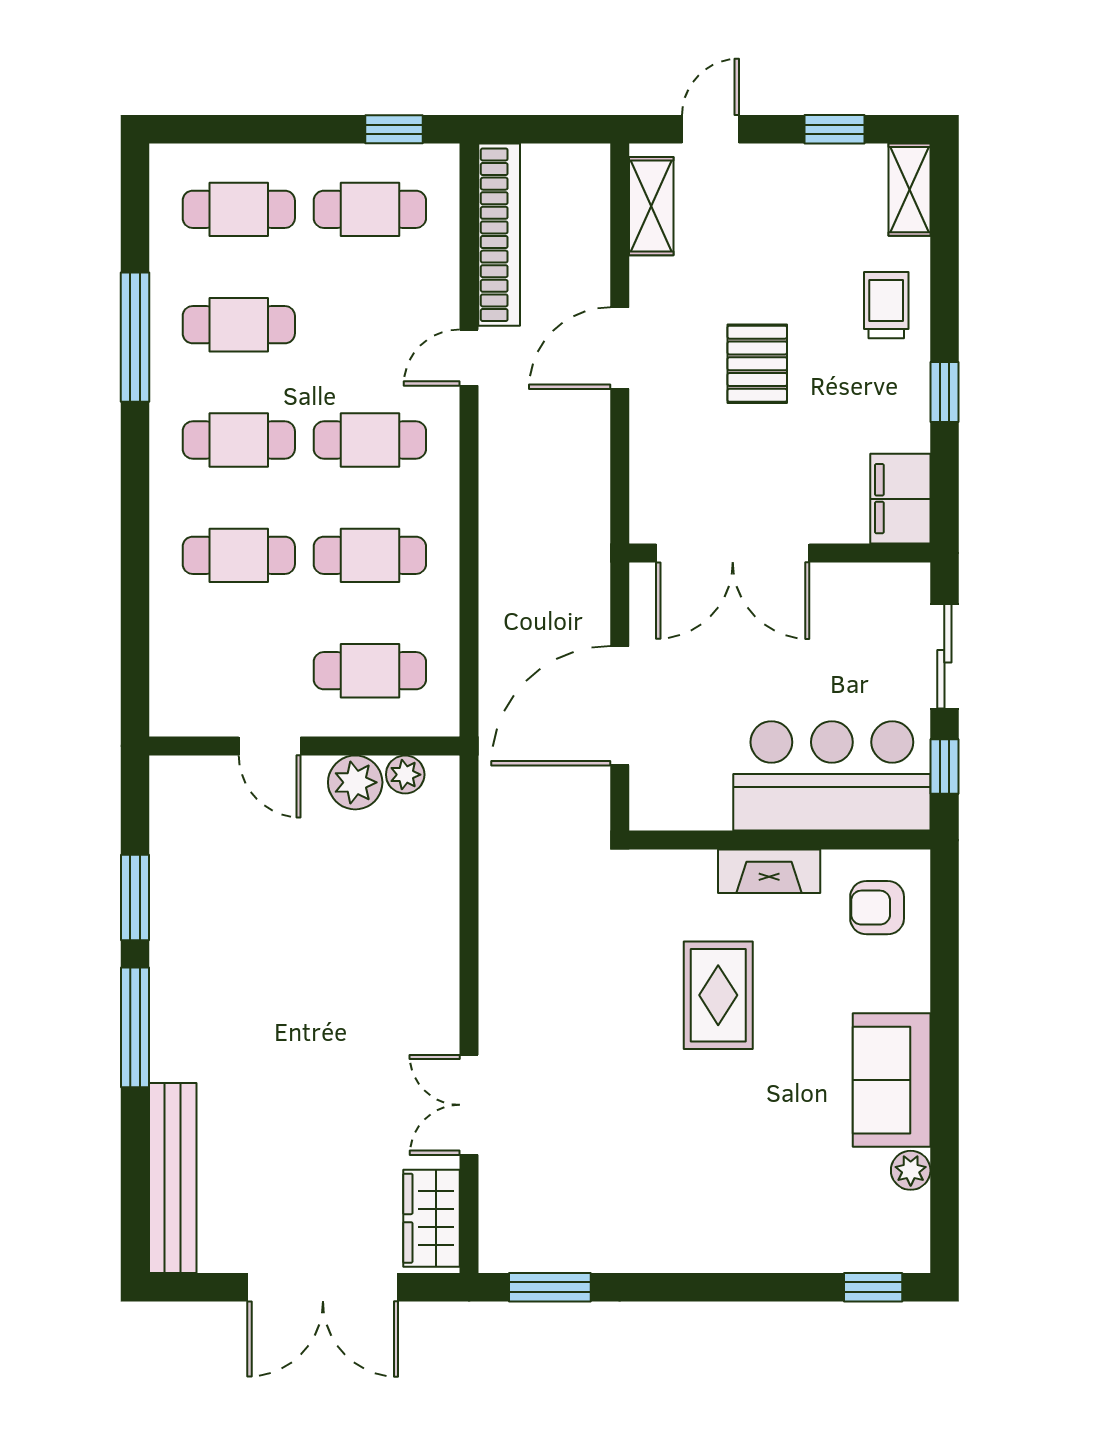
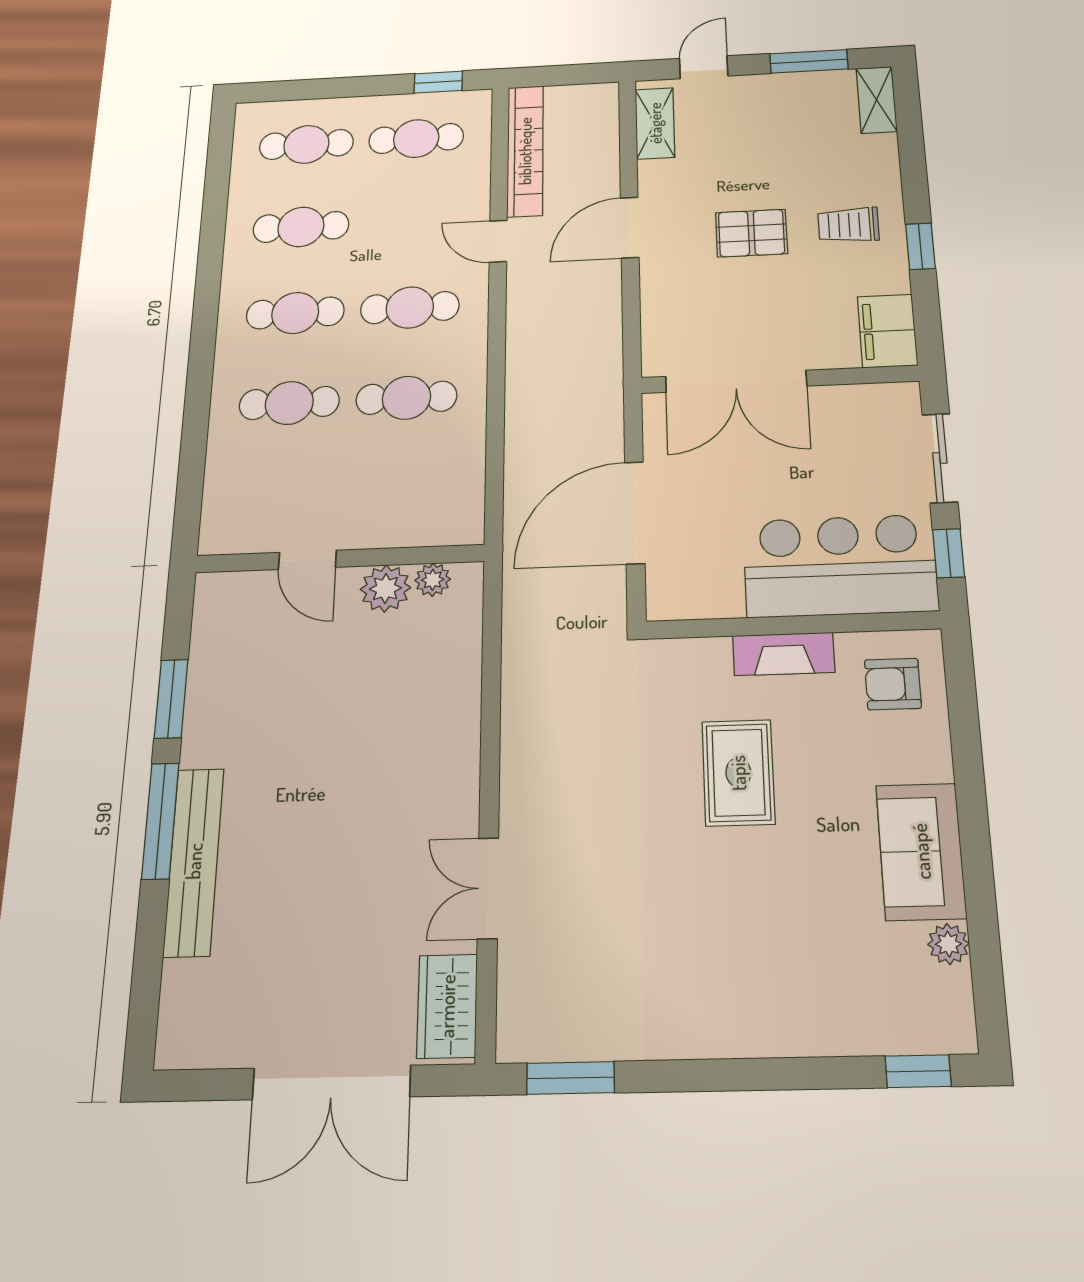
window: (834, 129) -> (809, 61), width x1.50
trolley: (886, 305) -> (848, 225), moved, turned -90
window: (135, 337) -> (212, 240), removed
door: (469, 358) -> (498, 241), hinge flipped
pallet: (757, 364) -> (751, 233), turned 90
cafe table: (370, 671) -> (403, 492), removed
bench: (173, 1178) -> (194, 861), moved

